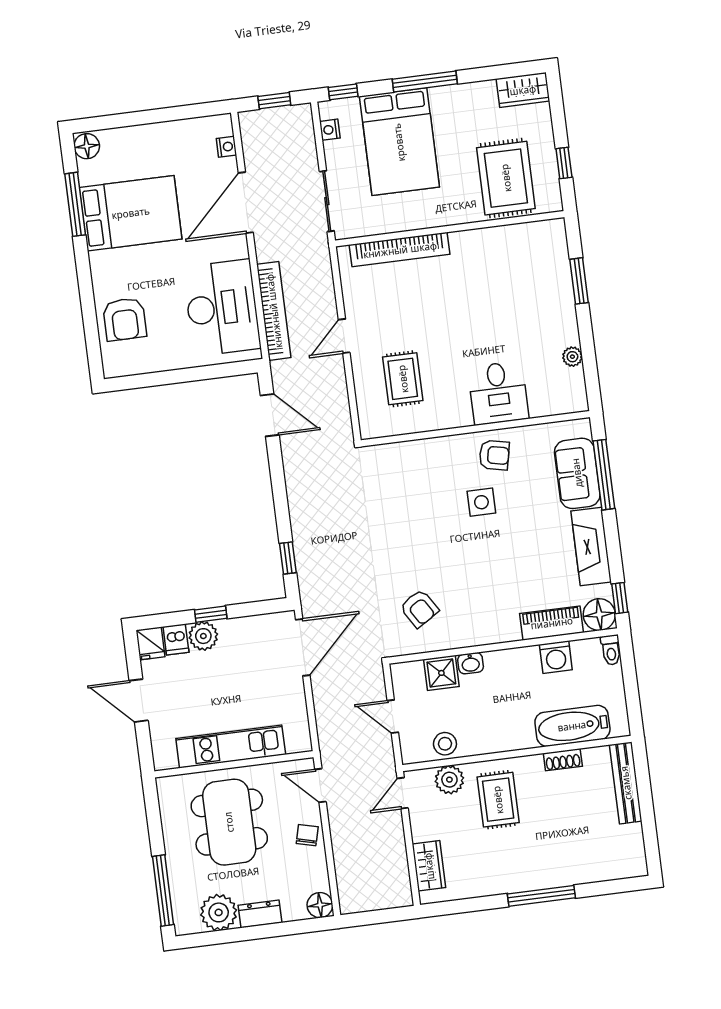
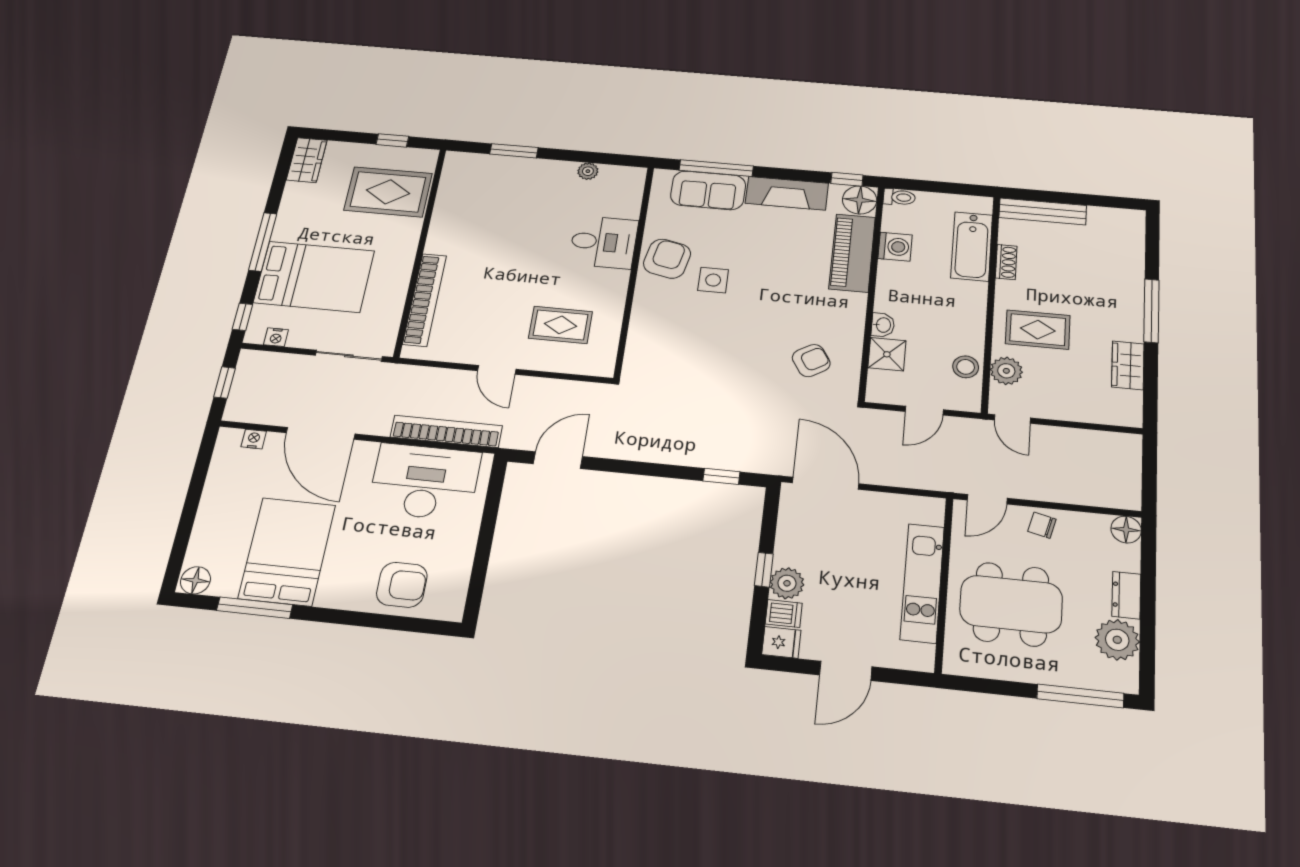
armchair: (494, 455) -> (667, 259), width x1.38, depth x1.38
piano: (552, 623) -> (852, 253), width x1.37, depth x1.33
wardrobe: (429, 866) -> (1128, 365), moved, turned -90

